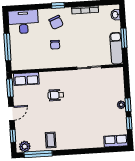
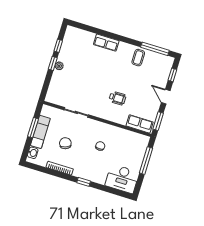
chair: (56, 22) -> (65, 143), moved
exam couch: (116, 48) -> (40, 132), moved
door: (12, 113) -> (166, 97), hinge flipped
row of seats: (116, 141) -> (106, 43), moved
plant: (25, 146) -> (165, 61), removed

